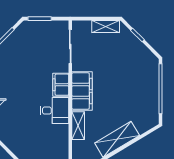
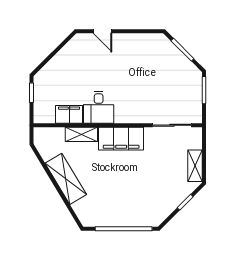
filing cabinet: (61, 85) -> (69, 114), moved

